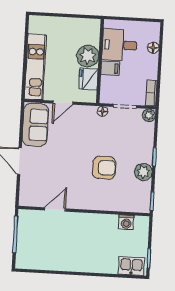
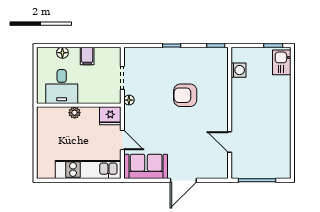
plant: (88, 56) -> (75, 113), width x0.53, depth x0.53
filing cabinet: (110, 68) -> (87, 56), moved, turned 180
fridge: (88, 79) -> (110, 116), moved
bookcase: (151, 93) -> (108, 52), removed
plant: (149, 115) -> (130, 53), removed
armchair: (104, 168) -> (185, 95), turned -90
plant: (143, 172) -> (187, 56), removed

